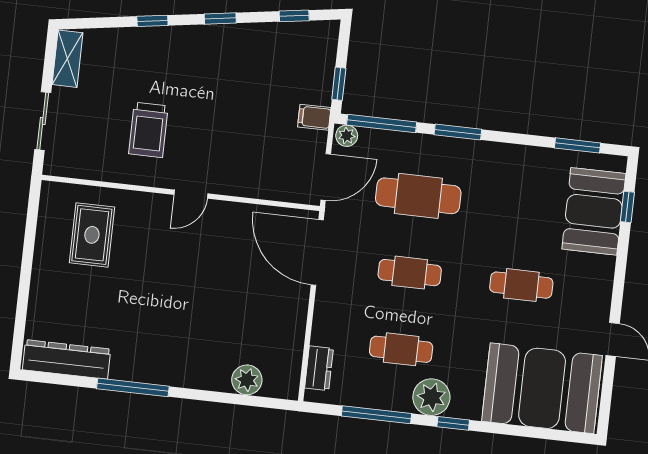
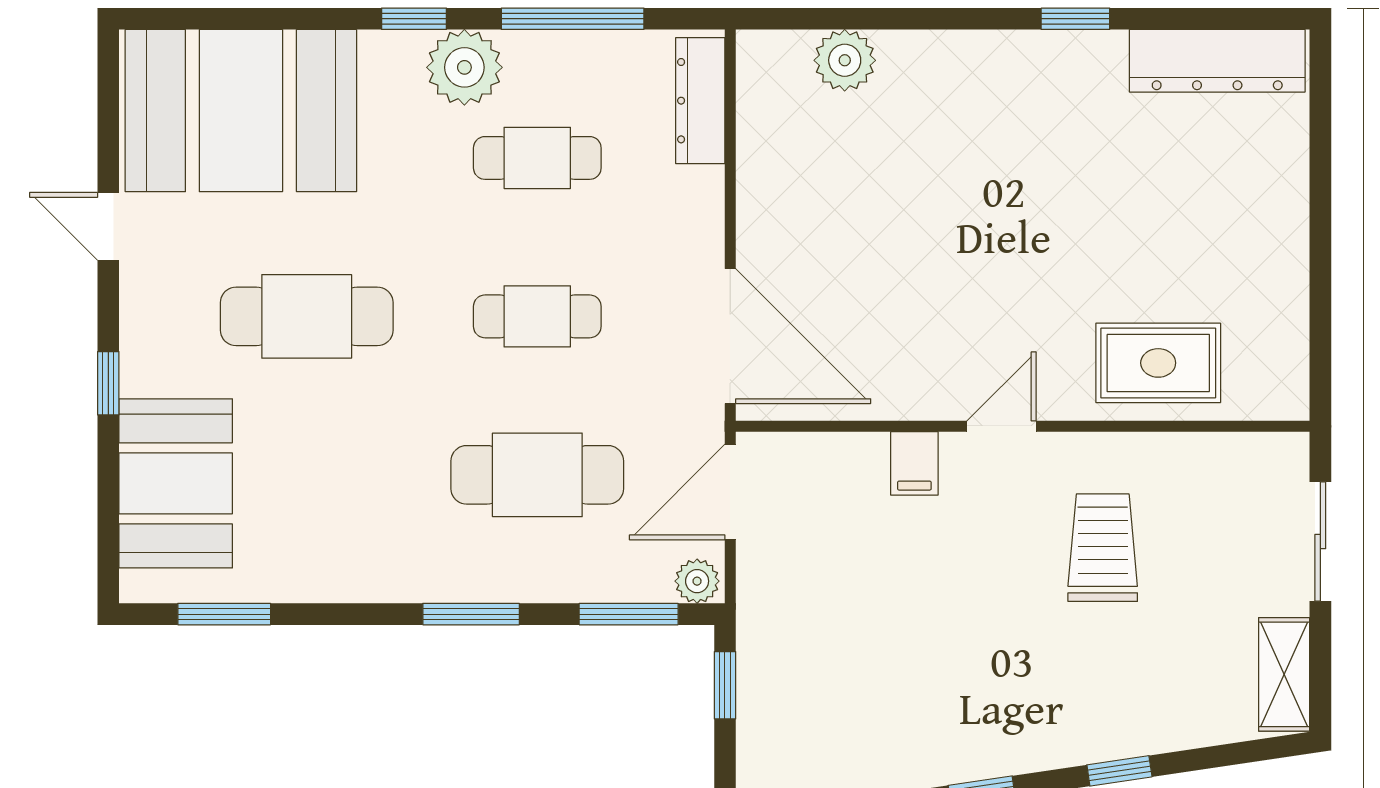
filing cabinet: (314, 117) -> (914, 463), moved, turned 90
window: (382, 123) -> (629, 614), width x0.69
window: (627, 207) -> (108, 383), moved
rug: (92, 235) -> (1158, 363), moved, turned 90
cafe table: (521, 285) -> (307, 316), width x1.37, depth x1.35
dresser: (319, 368) -> (700, 101), width x1.44
window: (133, 387) -> (1075, 19), width x0.46

